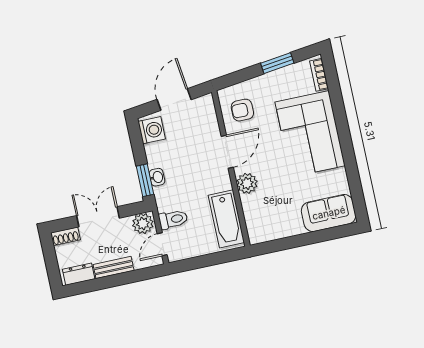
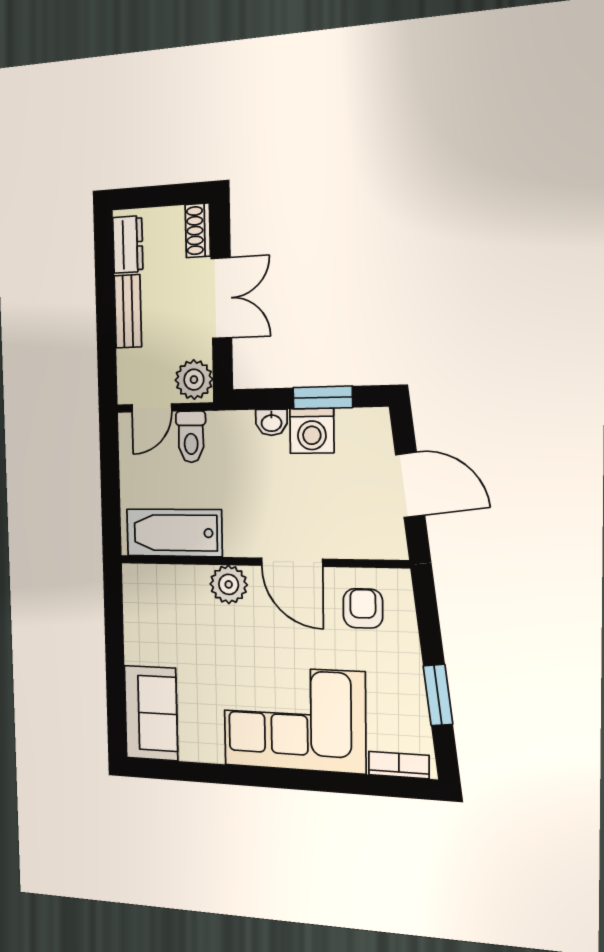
washing machine: (152, 130) -> (312, 431), moved
window: (145, 180) -> (323, 398), moved
door: (162, 244) -> (152, 408), swing flipped

